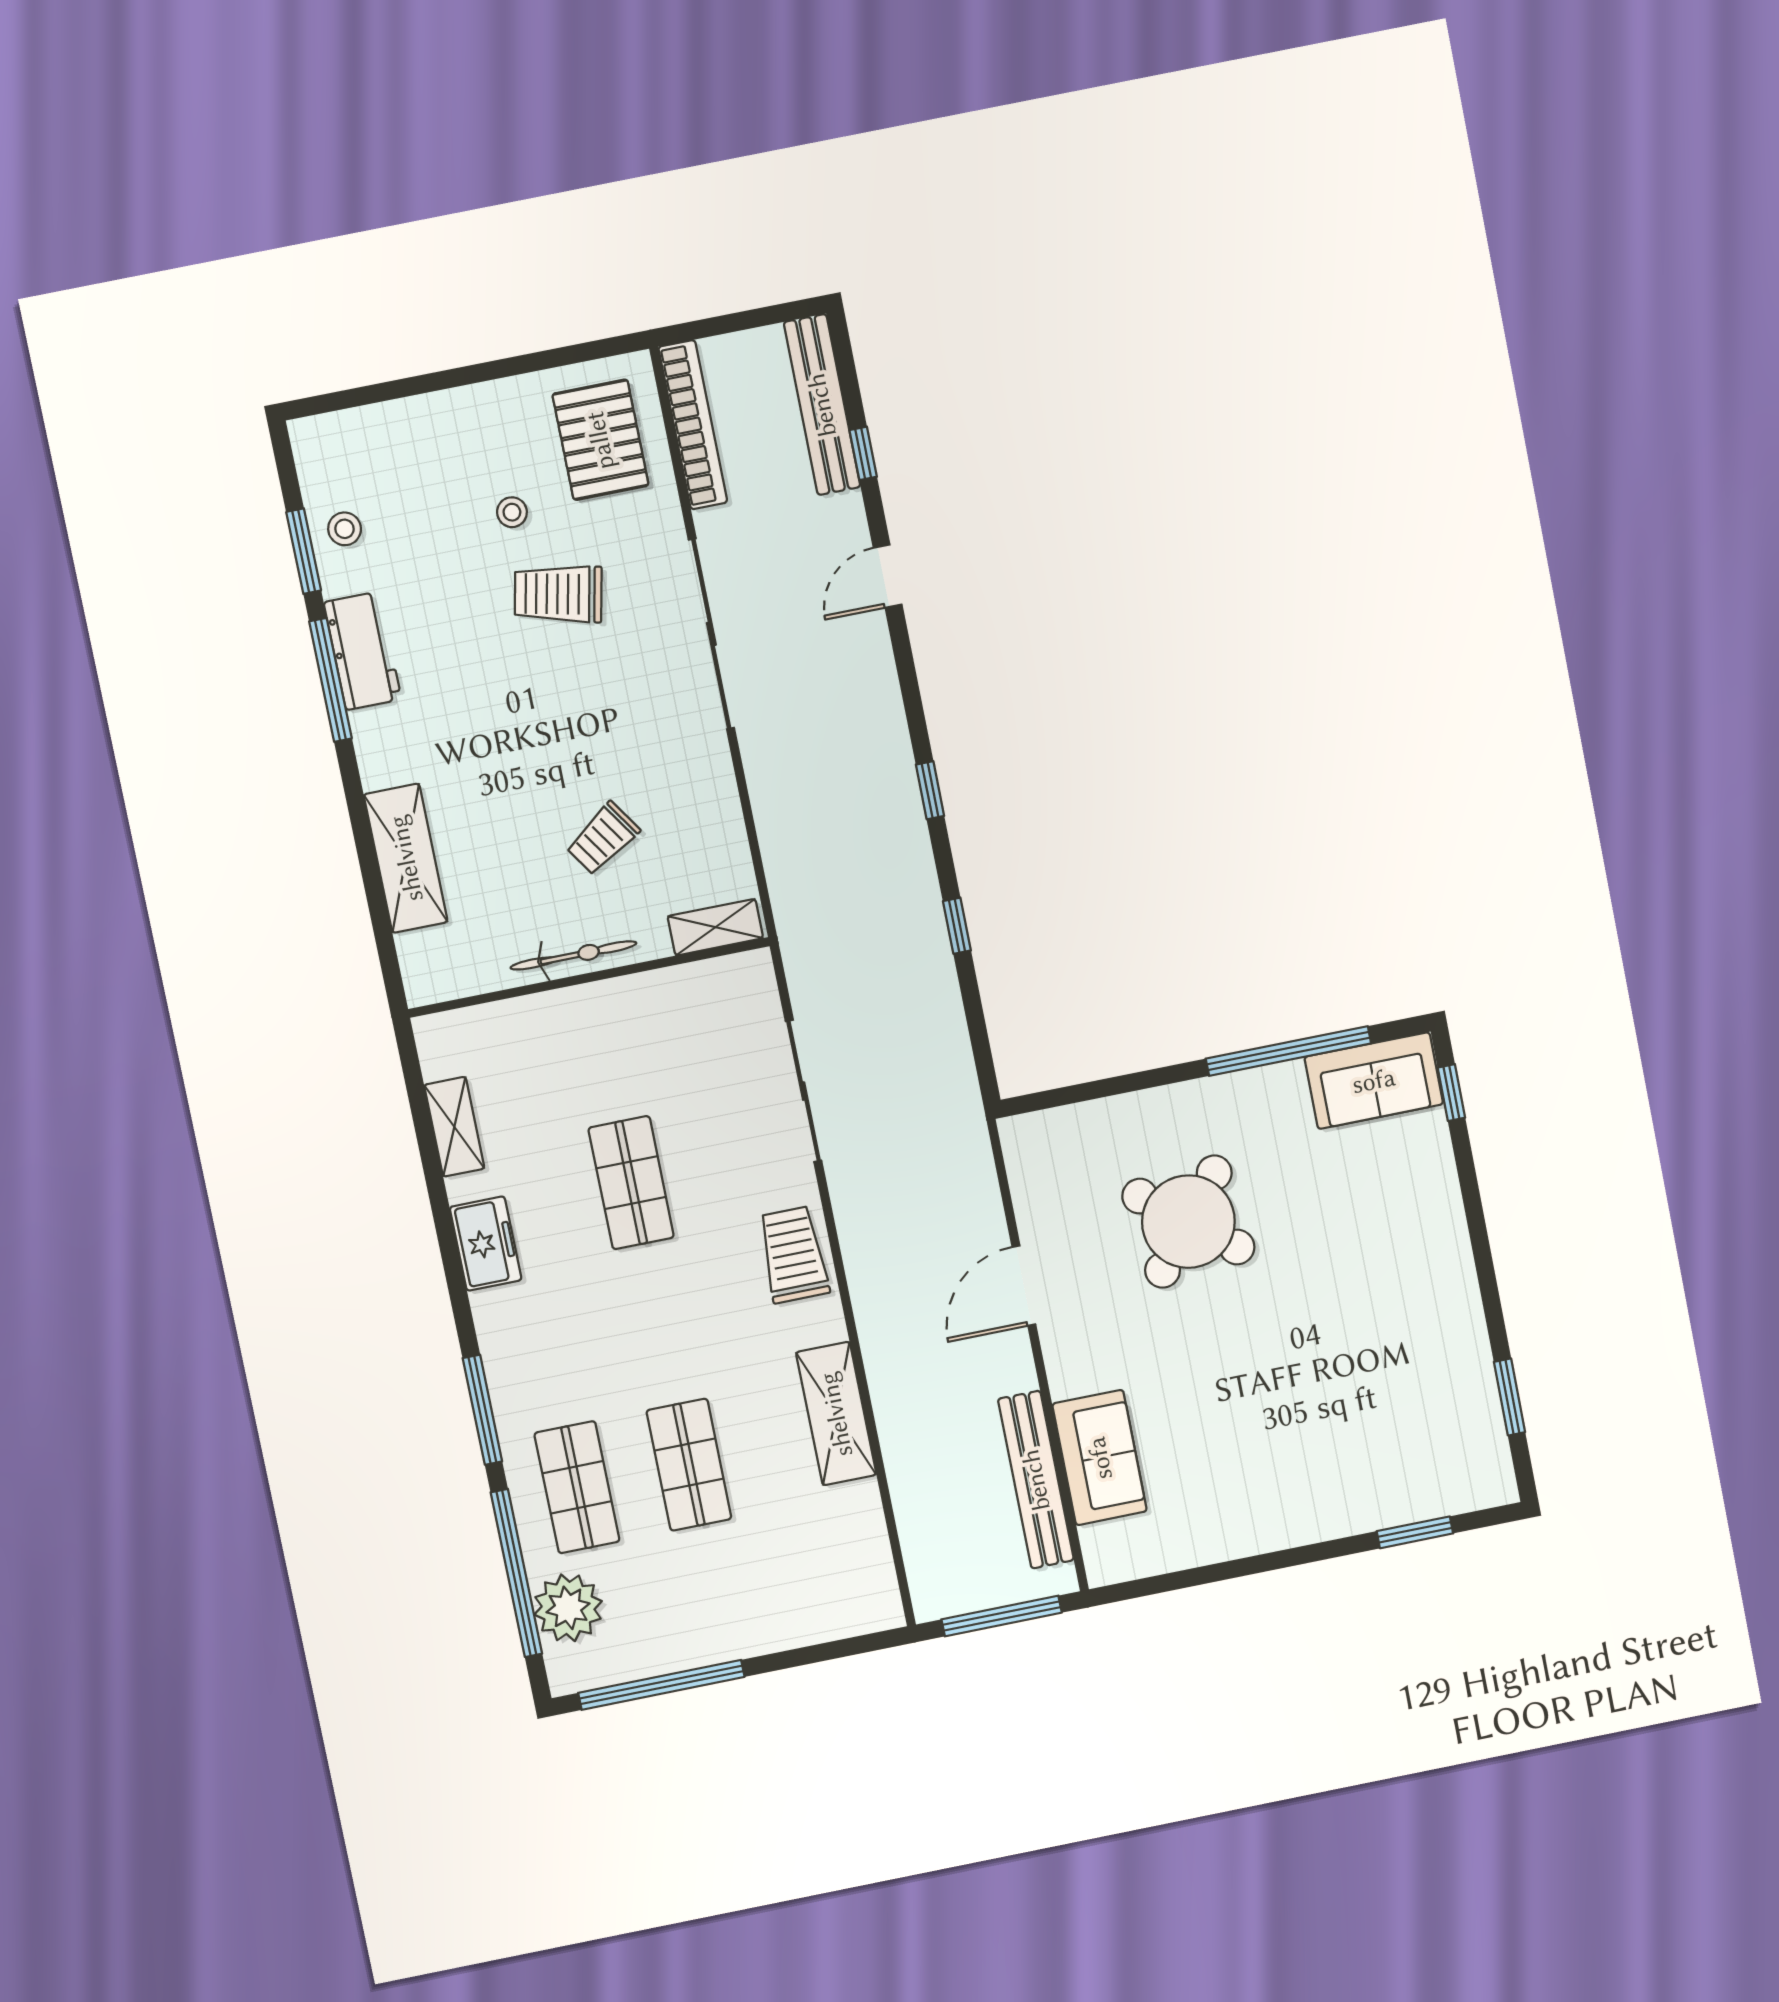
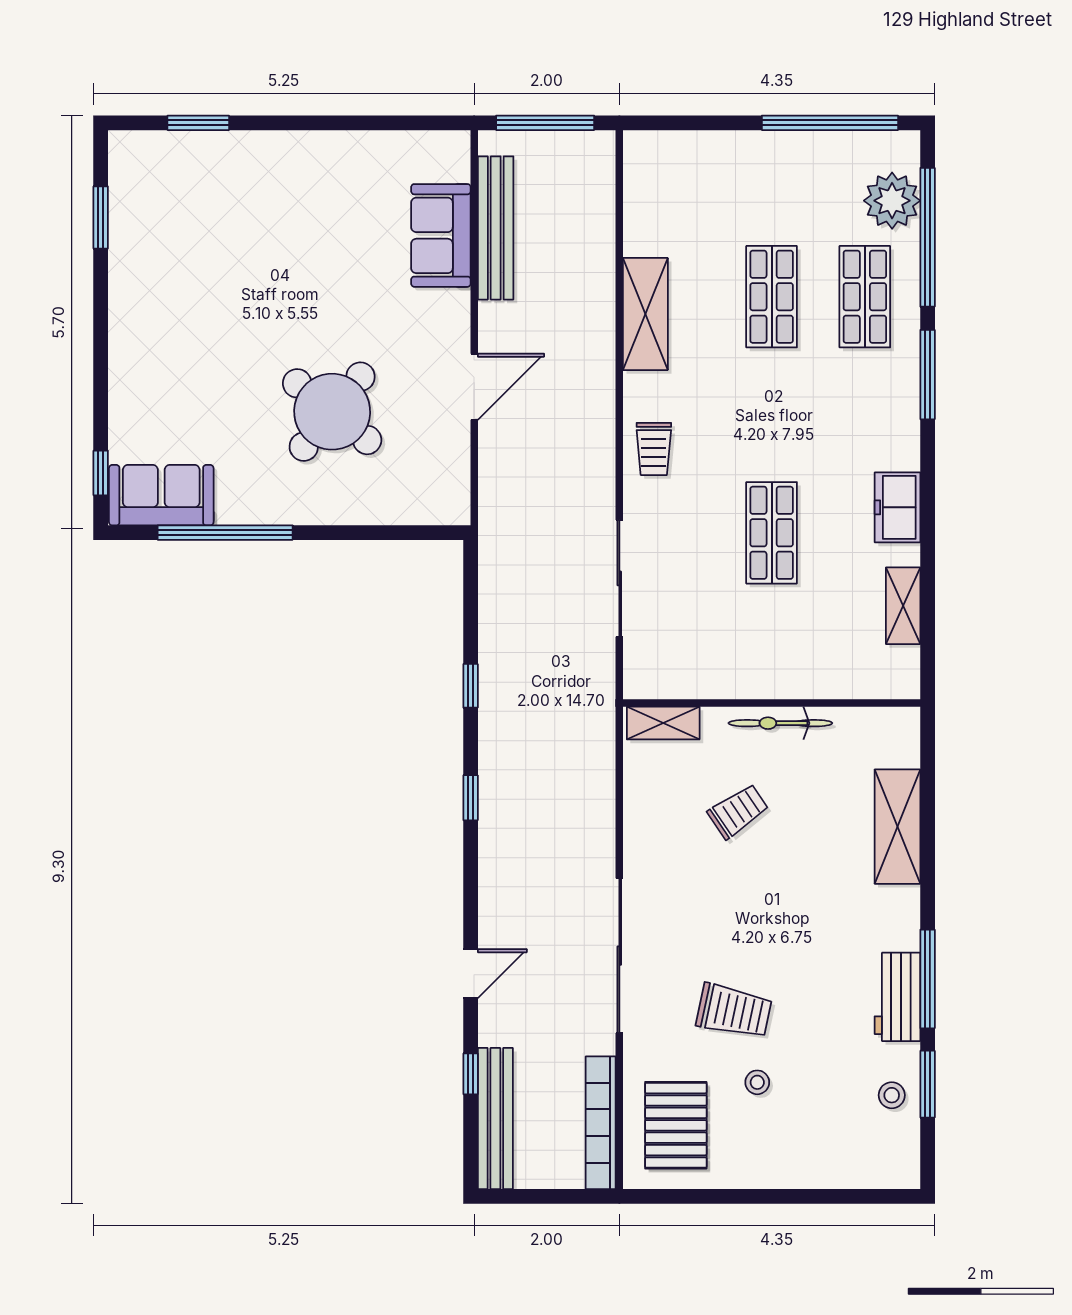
trolley: (793, 1255) -> (654, 449), width x0.73, depth x0.72

